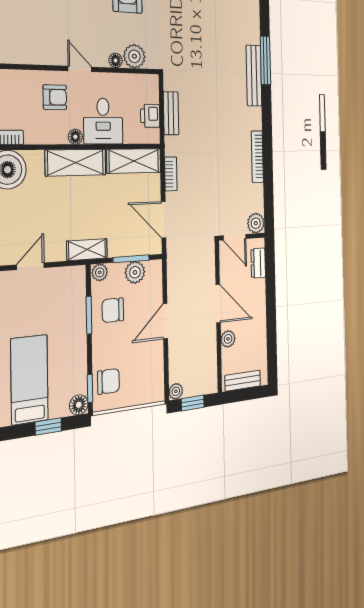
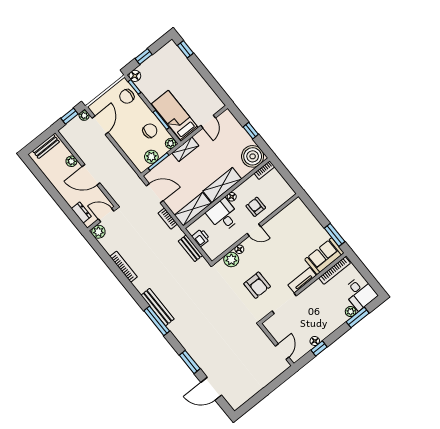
armchair: (55, 97) -> (256, 207), turned 90
door: (165, 321) -> (100, 125), moved
bed: (29, 379) -> (175, 116), moved, turned 180

